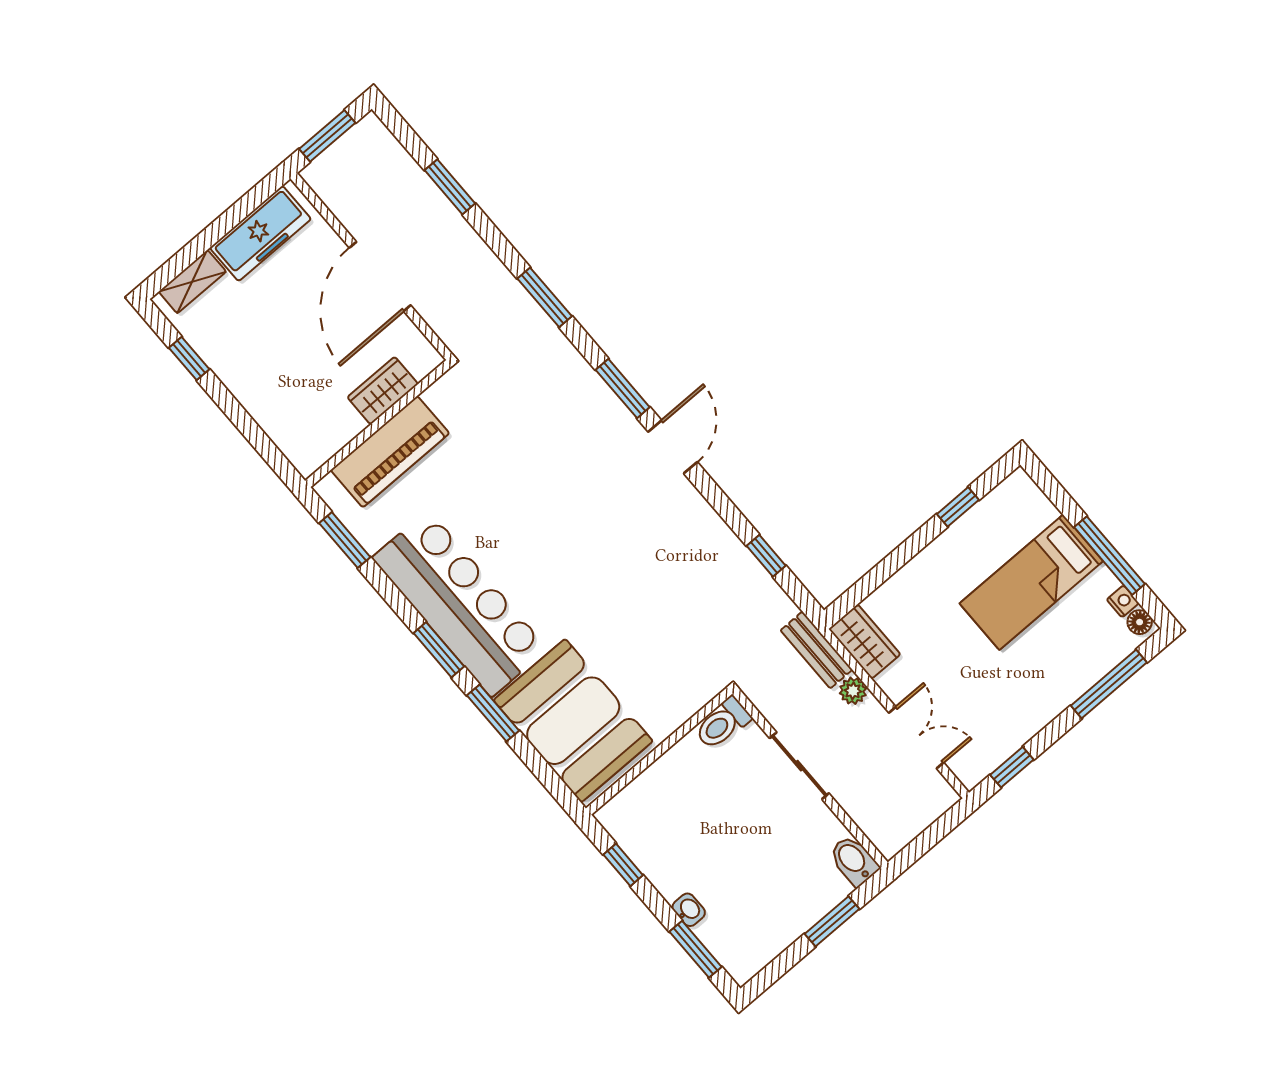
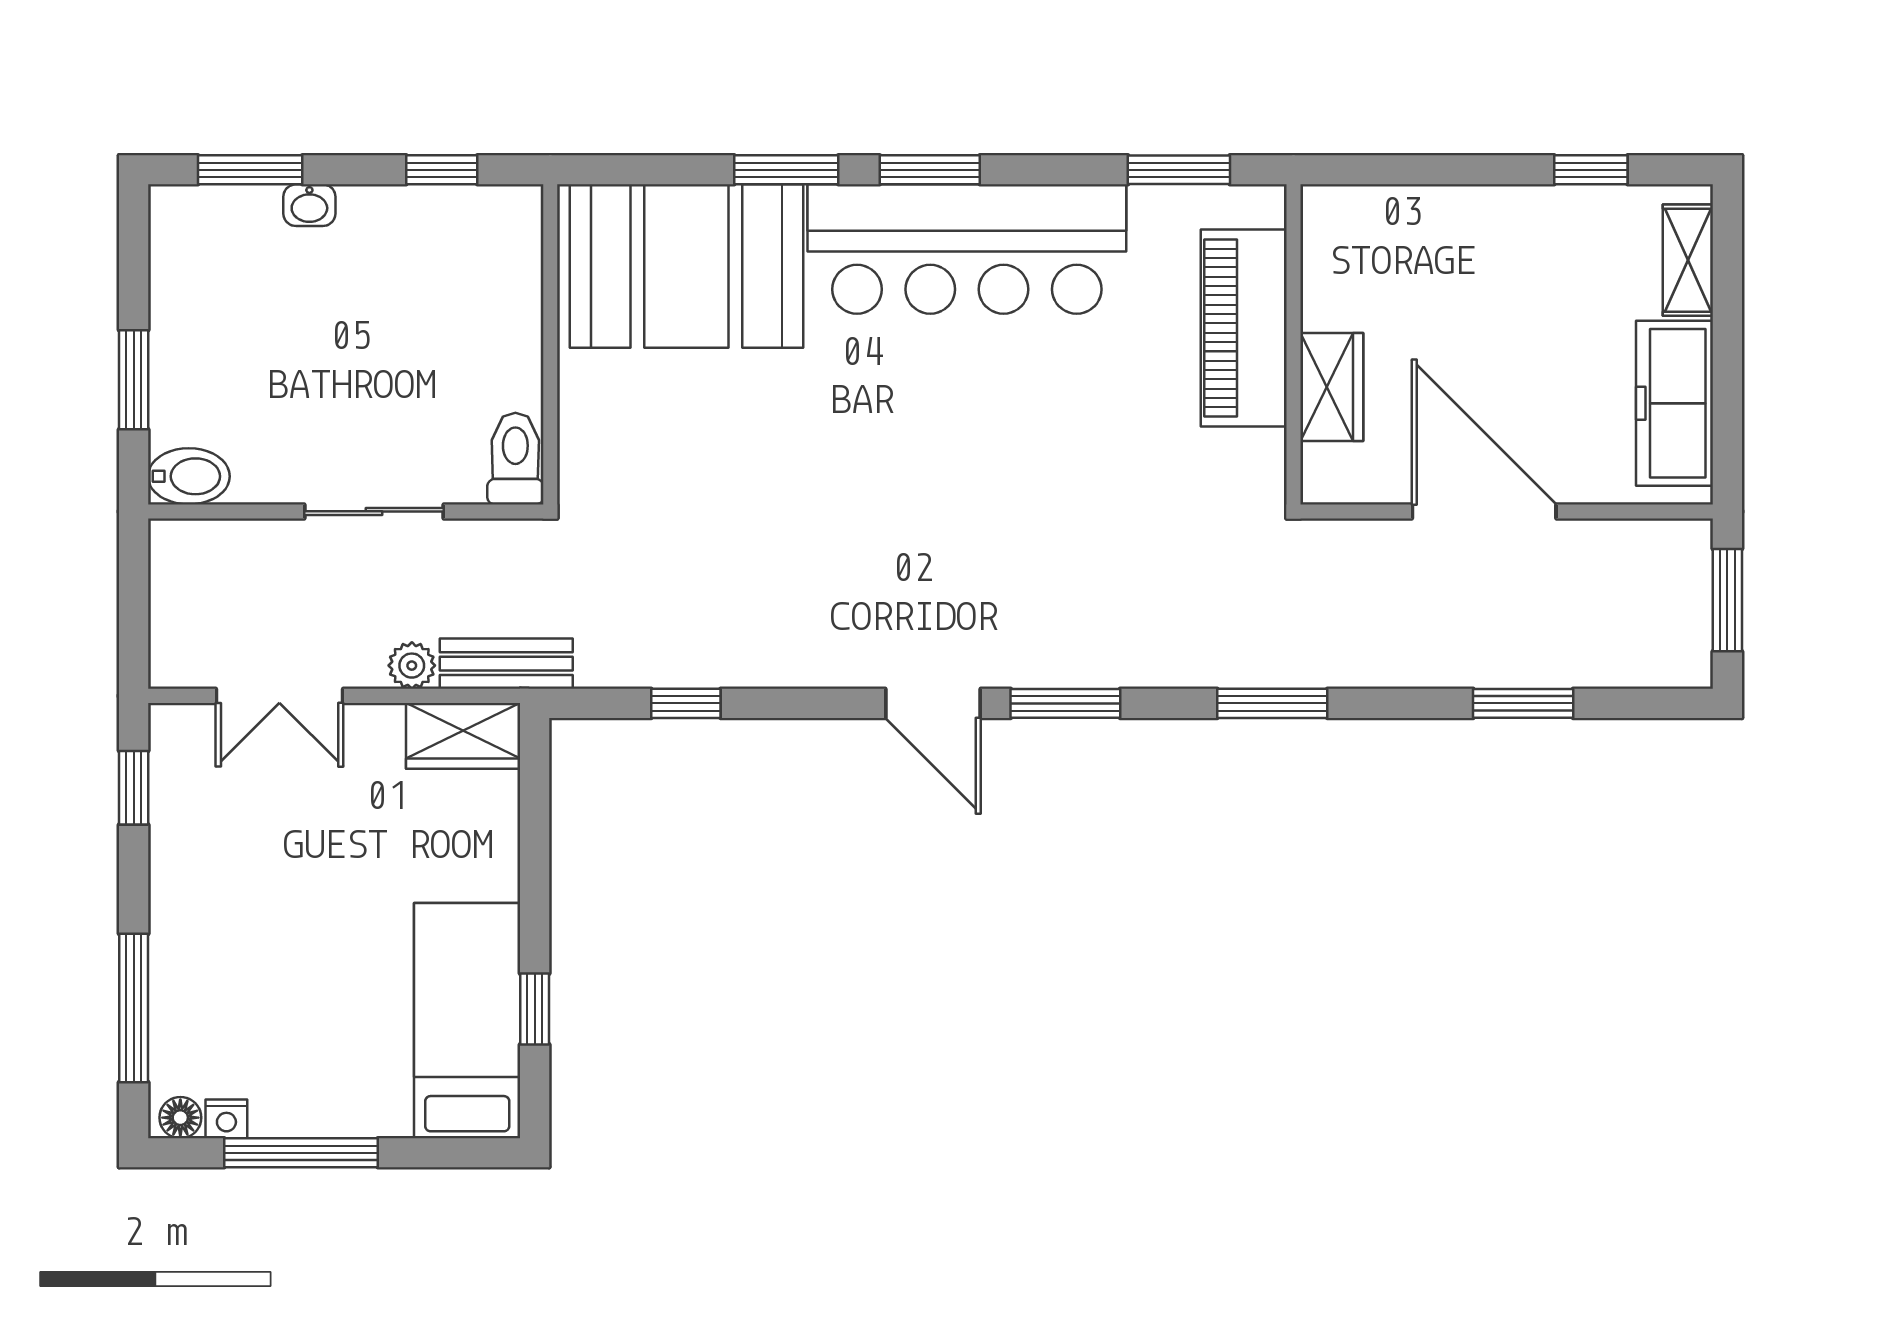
bed: (1031, 582) -> (467, 1021), moved

